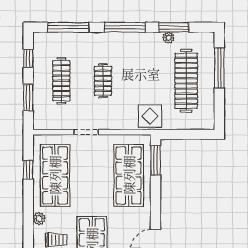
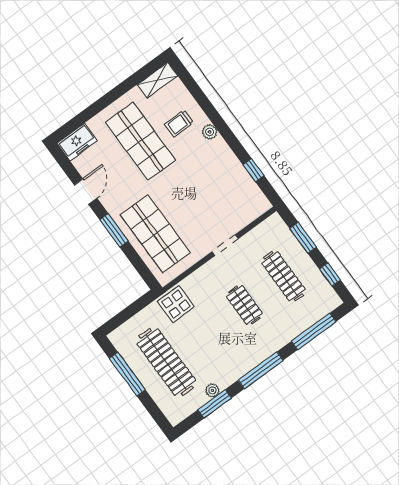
window: (219, 68) -> (127, 374), moved
window: (156, 160) -> (114, 230), moved
shop shelf: (55, 175) -> (224, 183), removed

